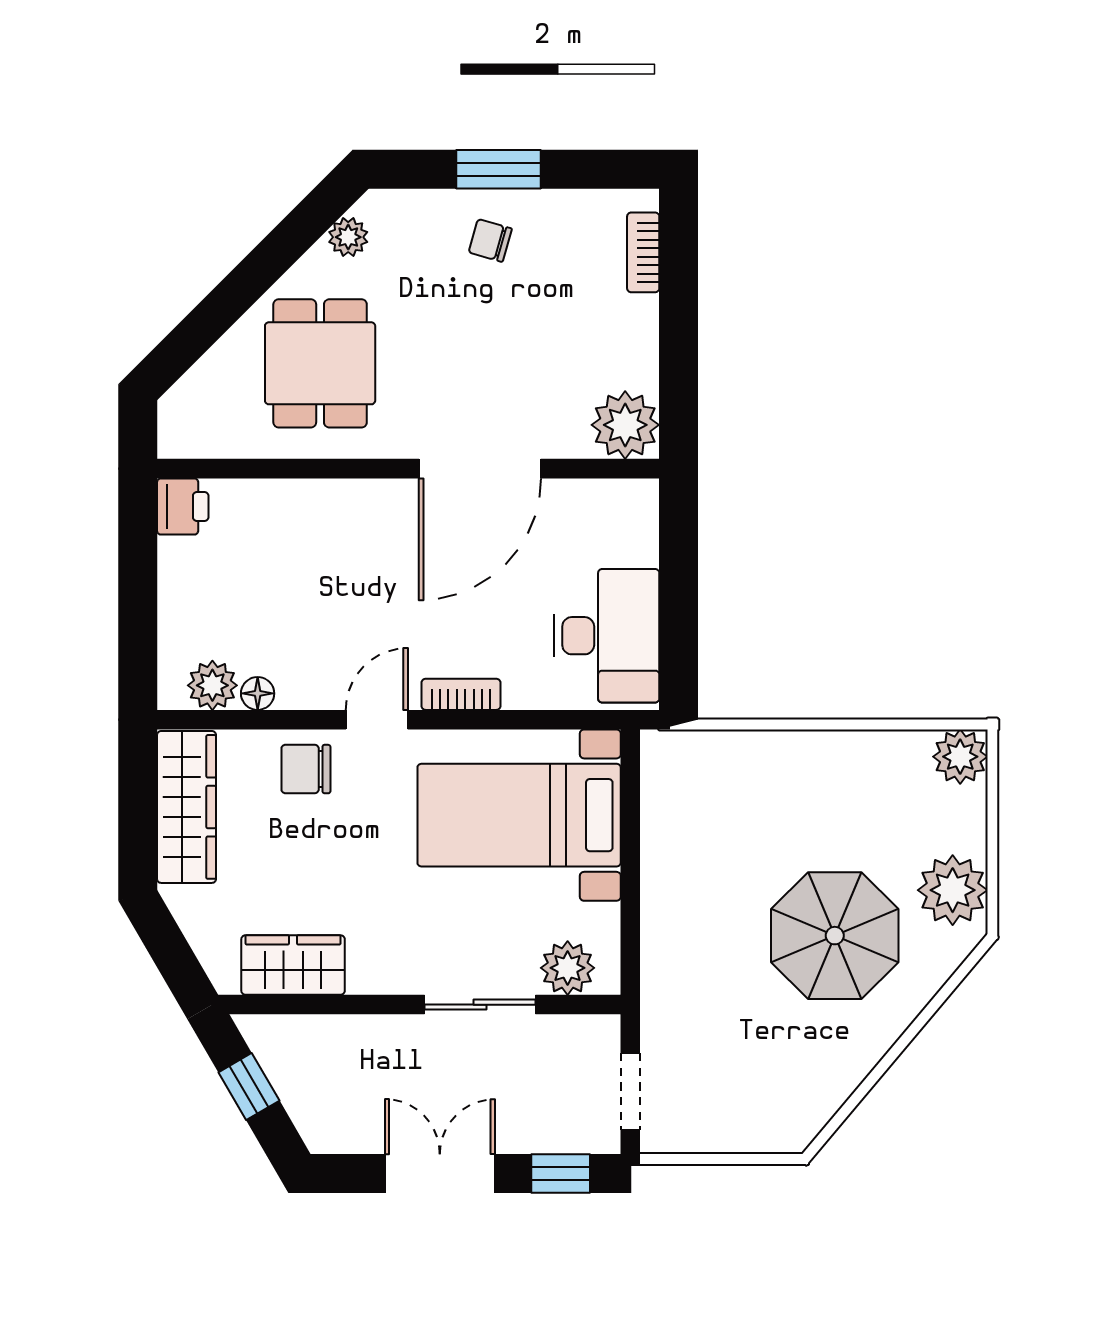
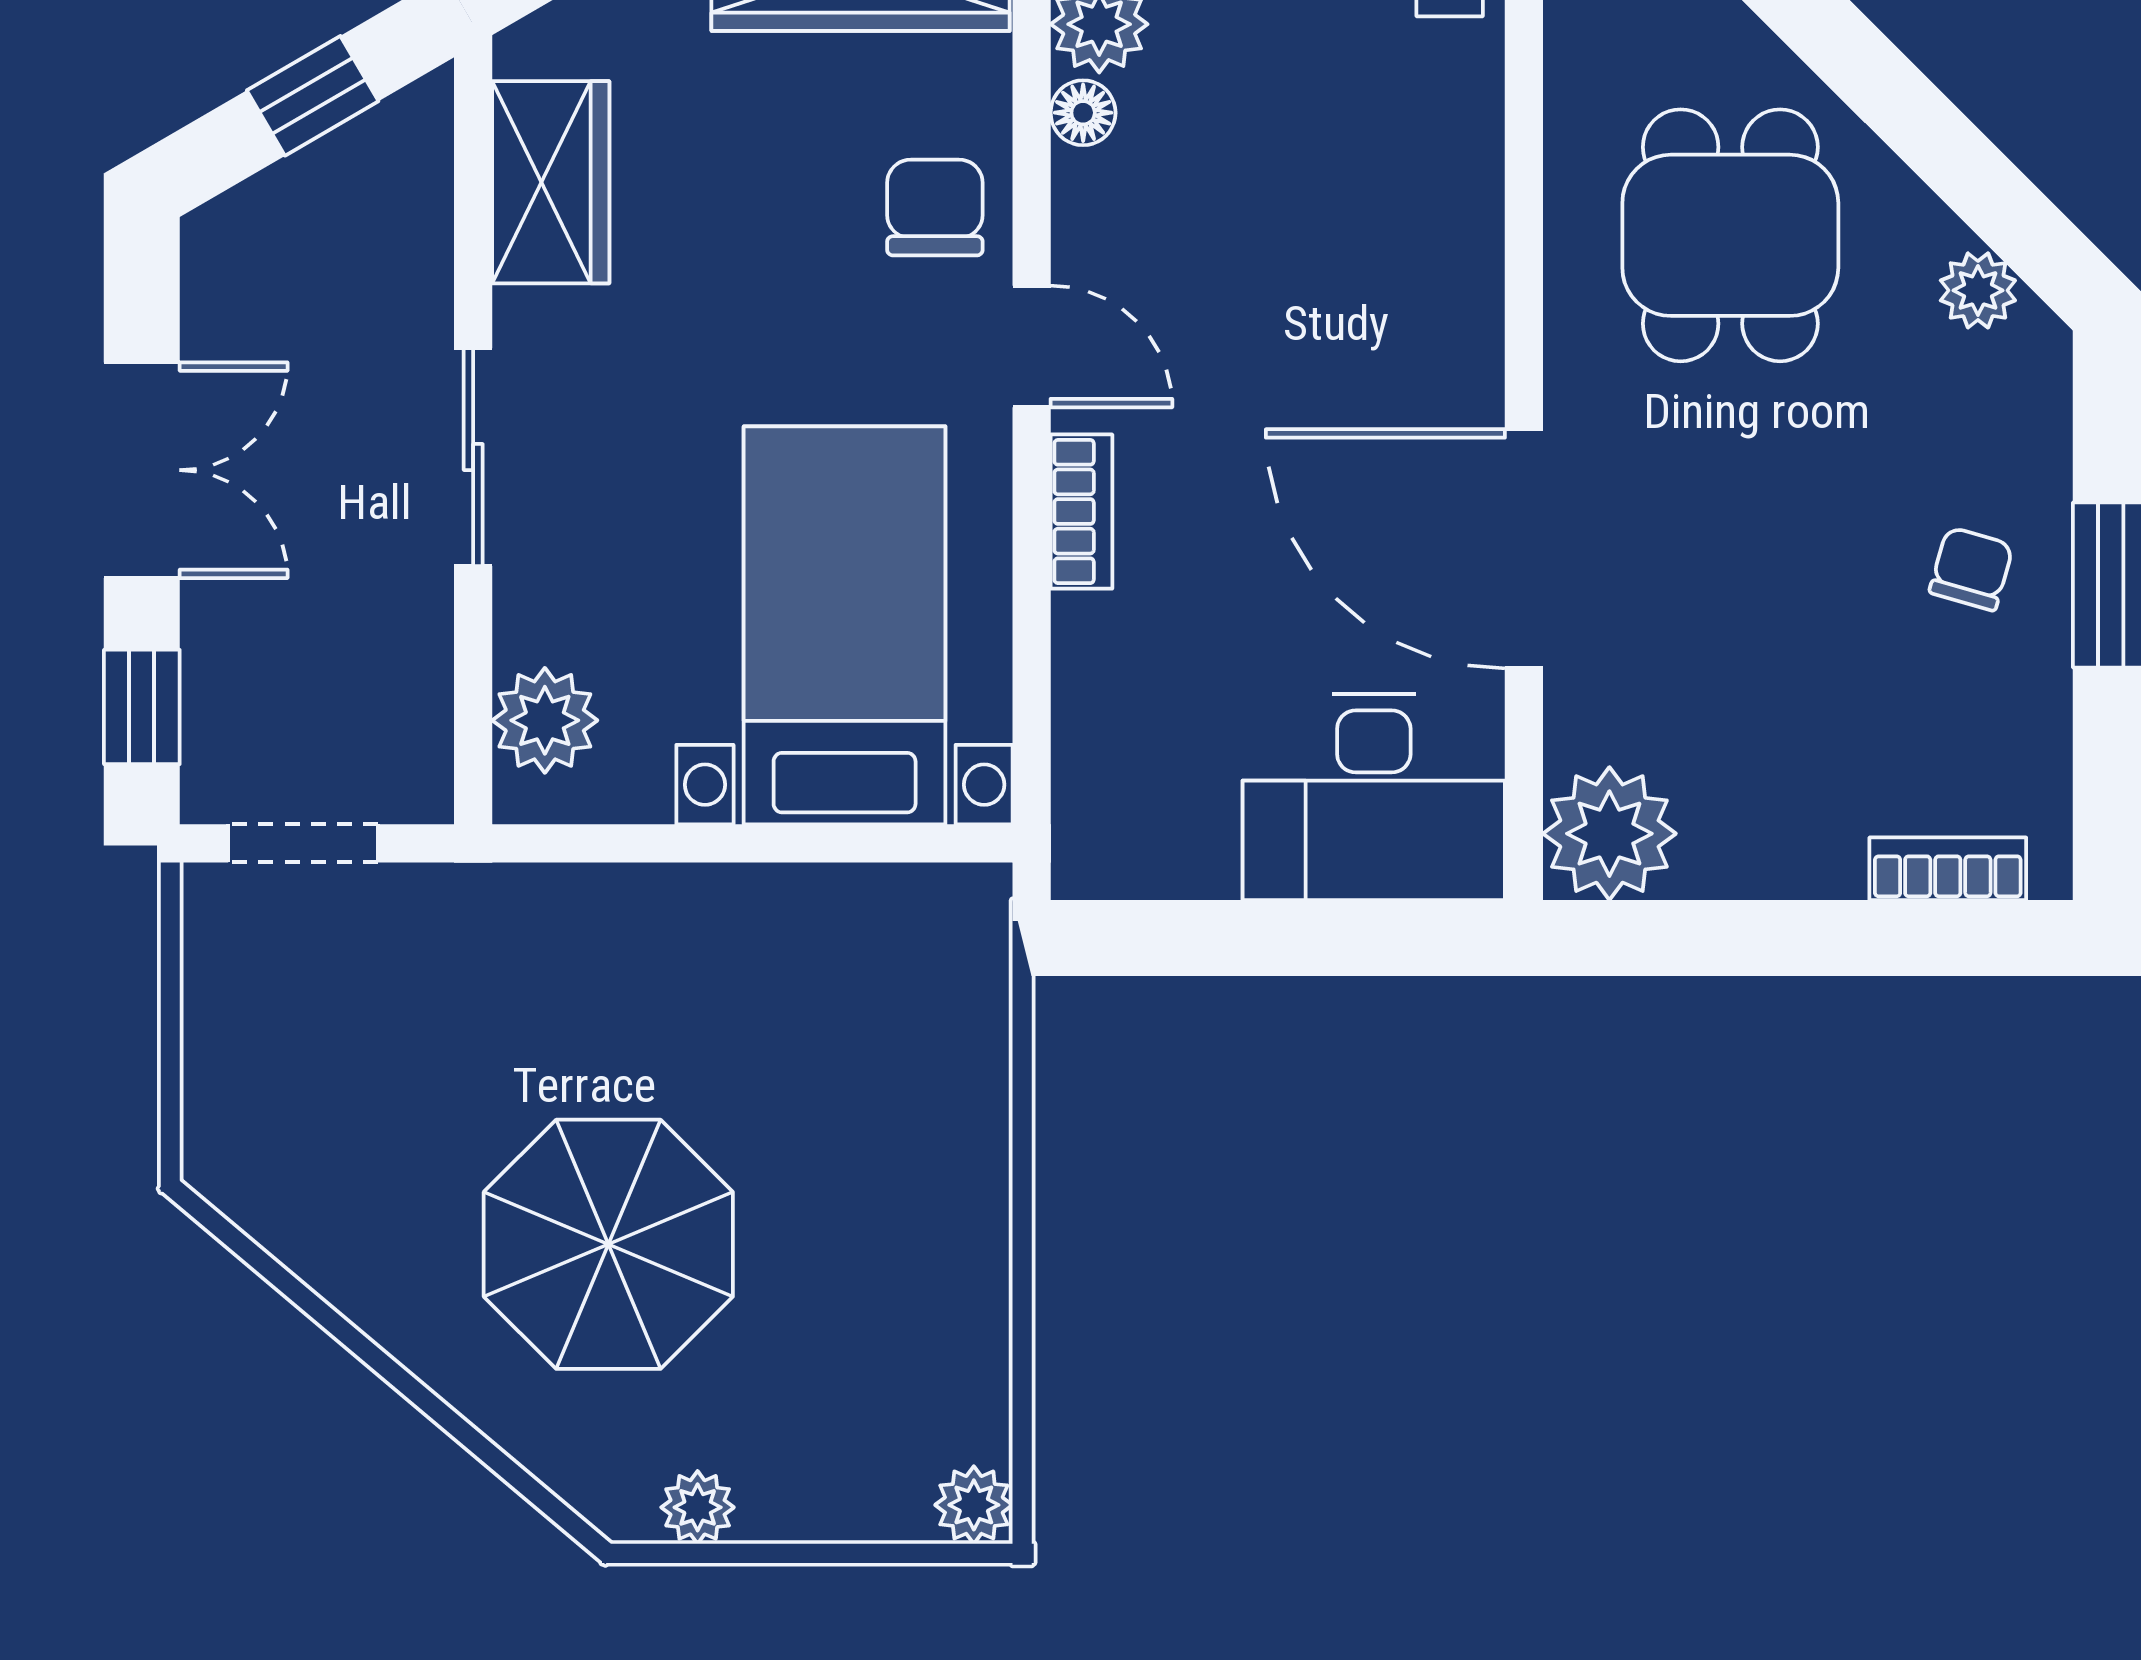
dining table: (320, 363) -> (1730, 235), turned 90
desk: (607, 636) -> (1374, 797), moved
plant: (960, 757) -> (974, 1505), width x0.73, depth x0.73
plant: (953, 890) -> (698, 1507), width x0.53, depth x0.53
sliding door: (480, 1005) -> (473, 457), moved

